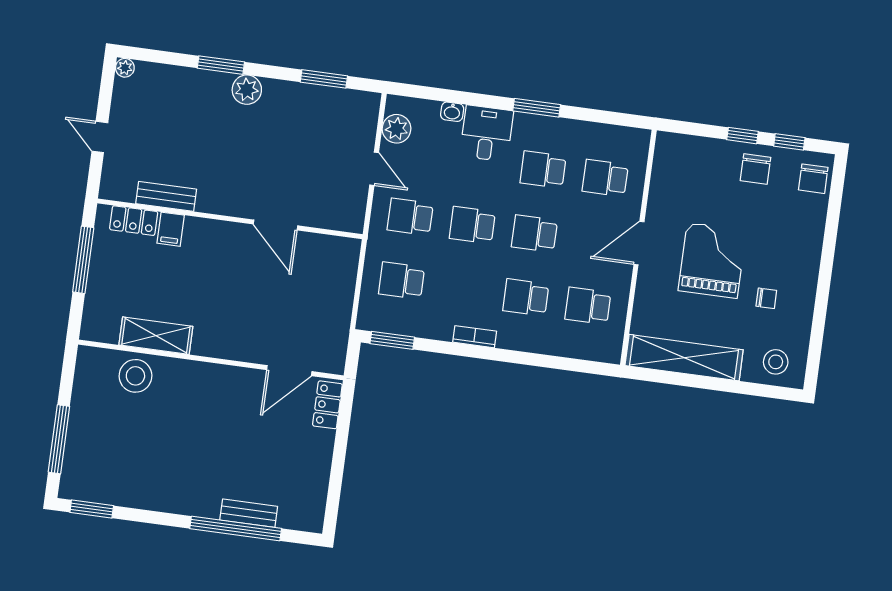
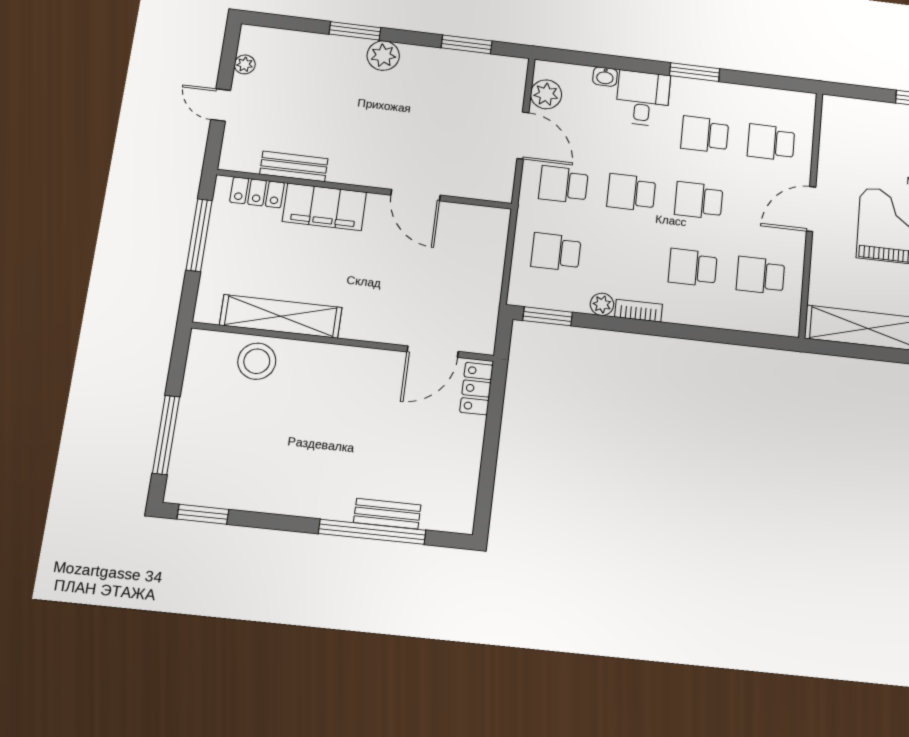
plant: (125, 68) -> (245, 64), moved
door: (374, 169) -> (523, 135), width x1.38
filing cabinet: (171, 229) -> (324, 207), width x3.00, depth x1.17
plant: (442, 330) -> (602, 304), added
shelving: (156, 336) -> (281, 316), width x1.47

